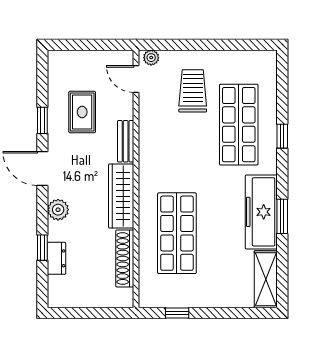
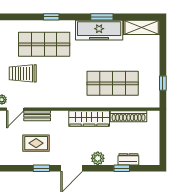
bench: (126, 141) -> (37, 116), moved

